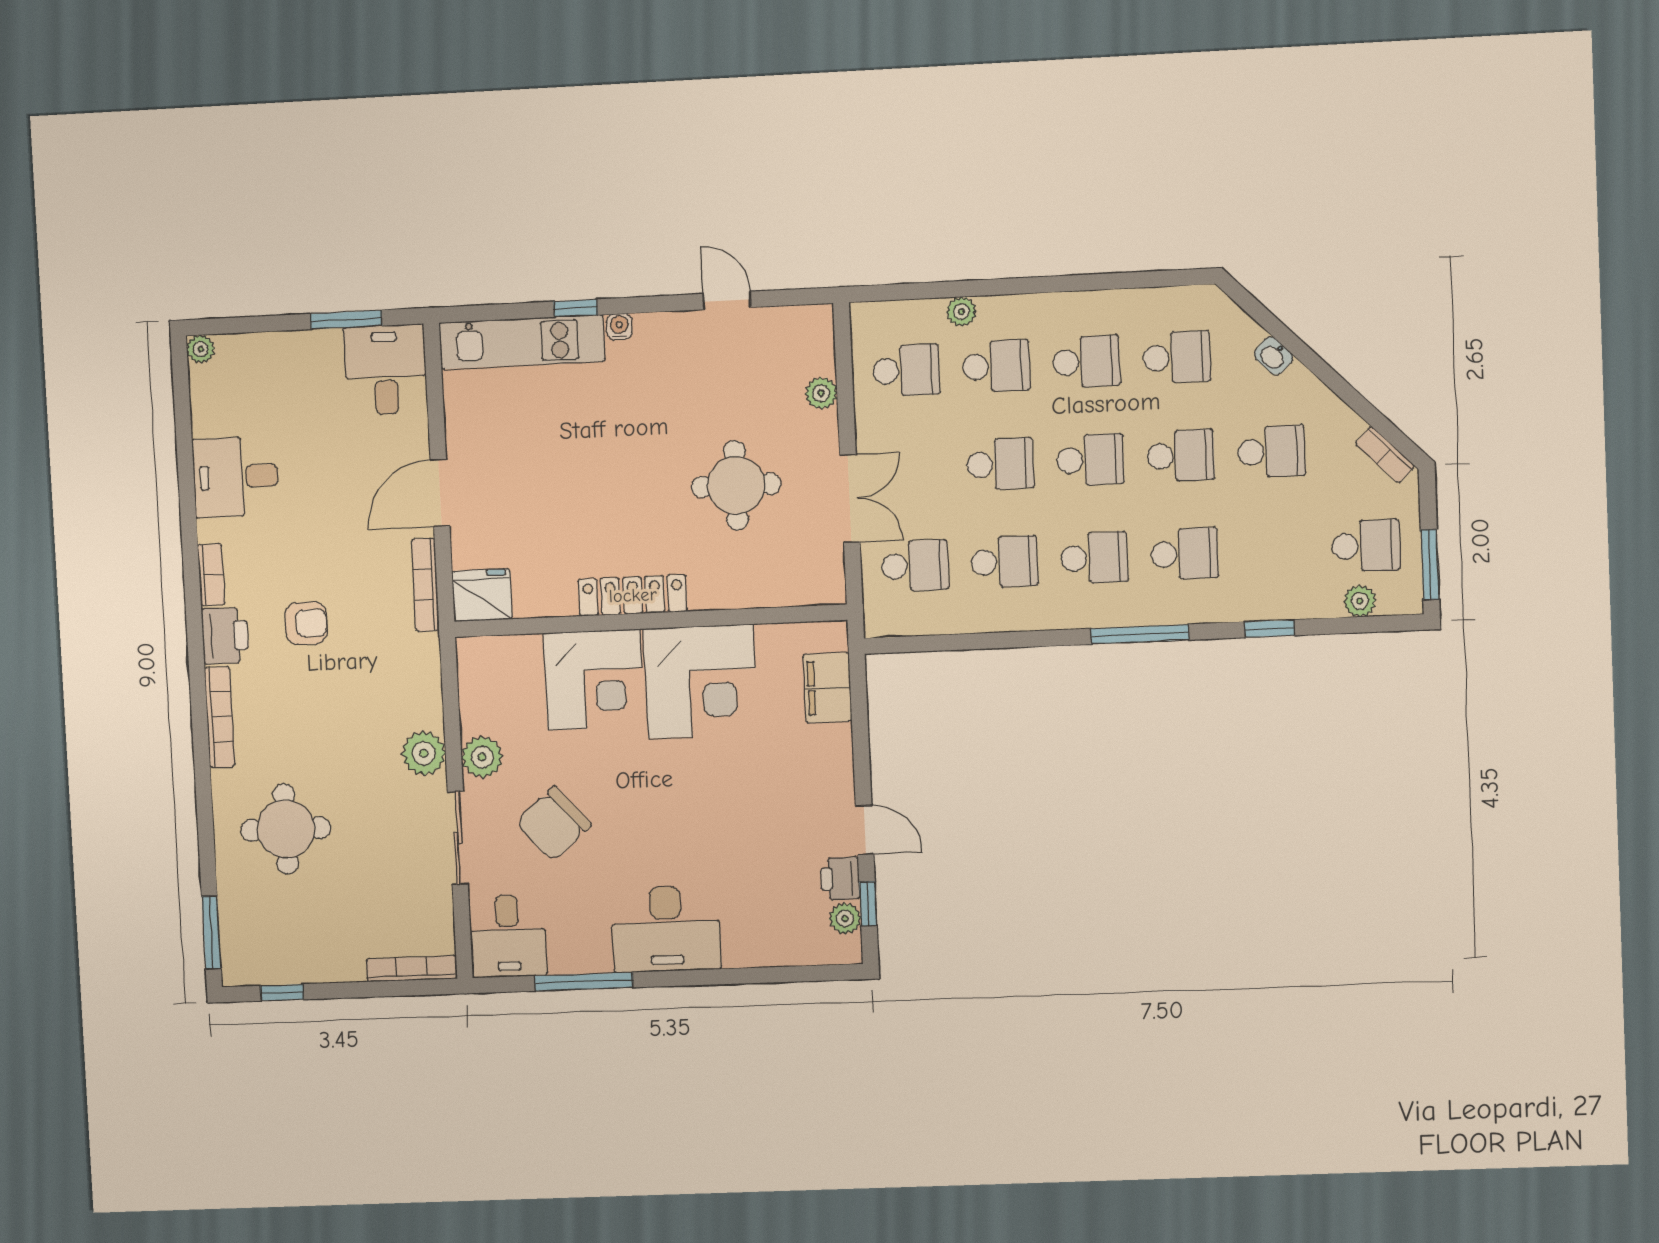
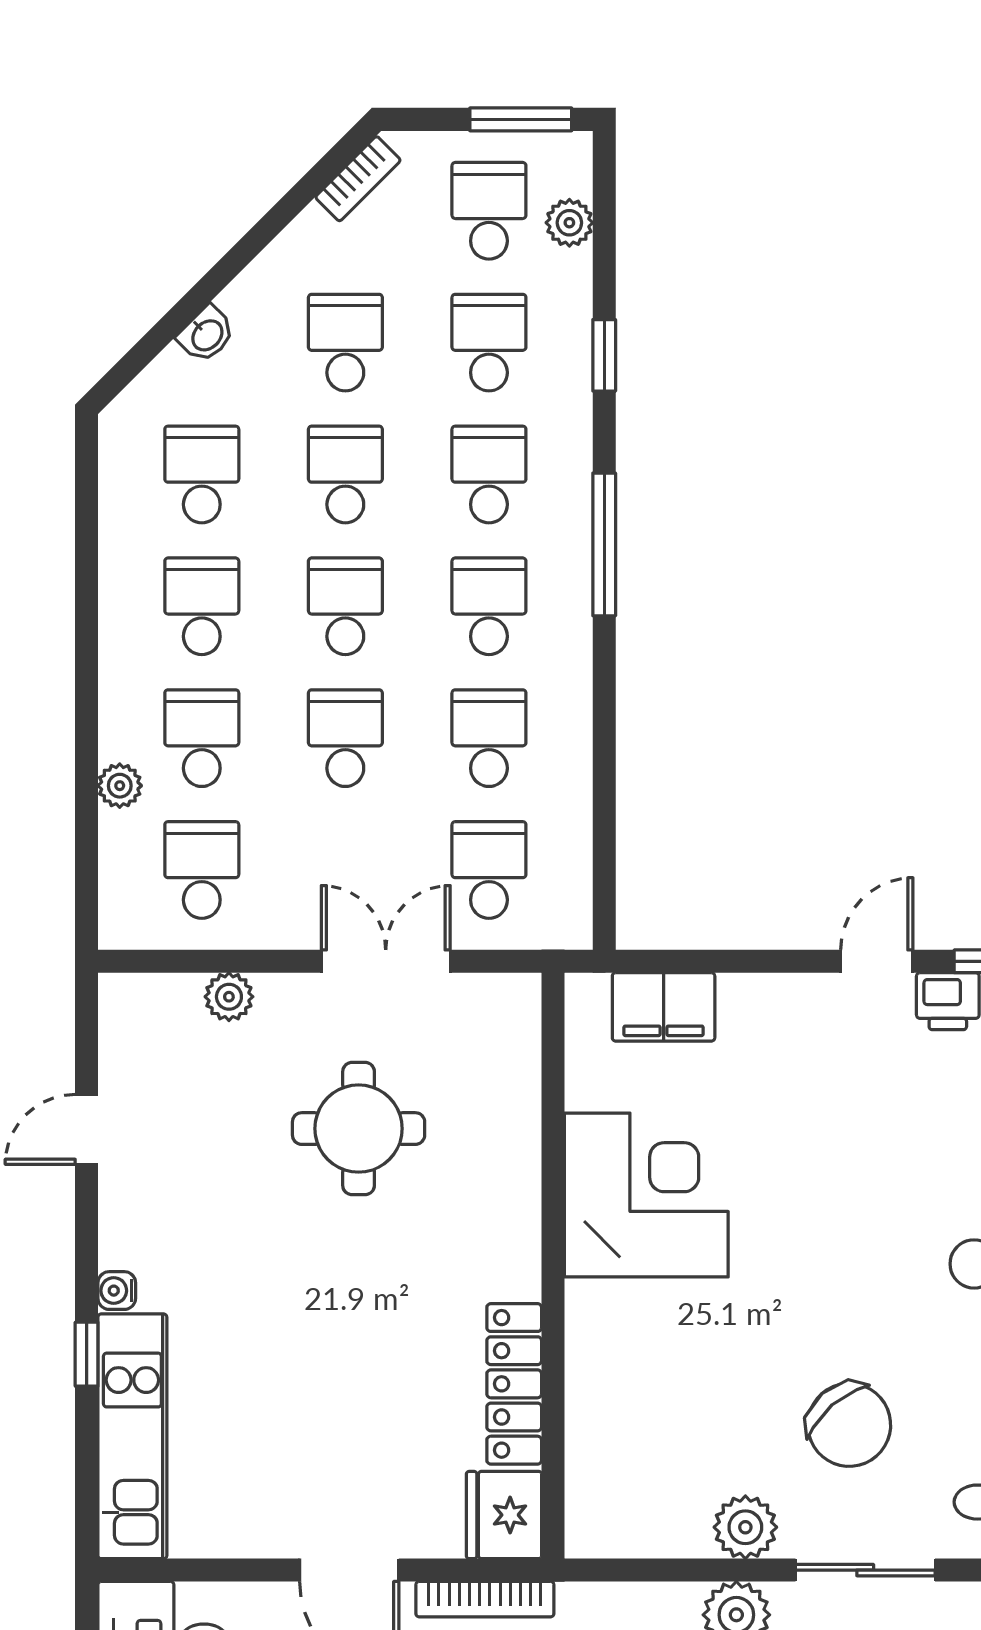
school desk: (1275, 550) -> (489, 343), added
locker: (633, 595) -> (514, 1384), moved
corner desk: (594, 680) -> (637, 1354), removed

